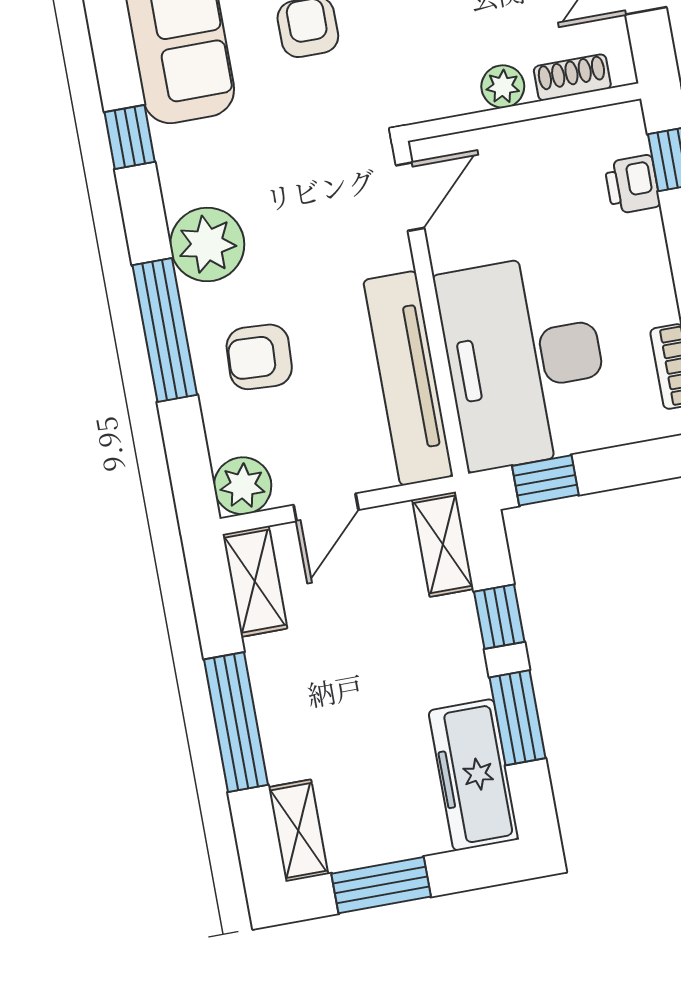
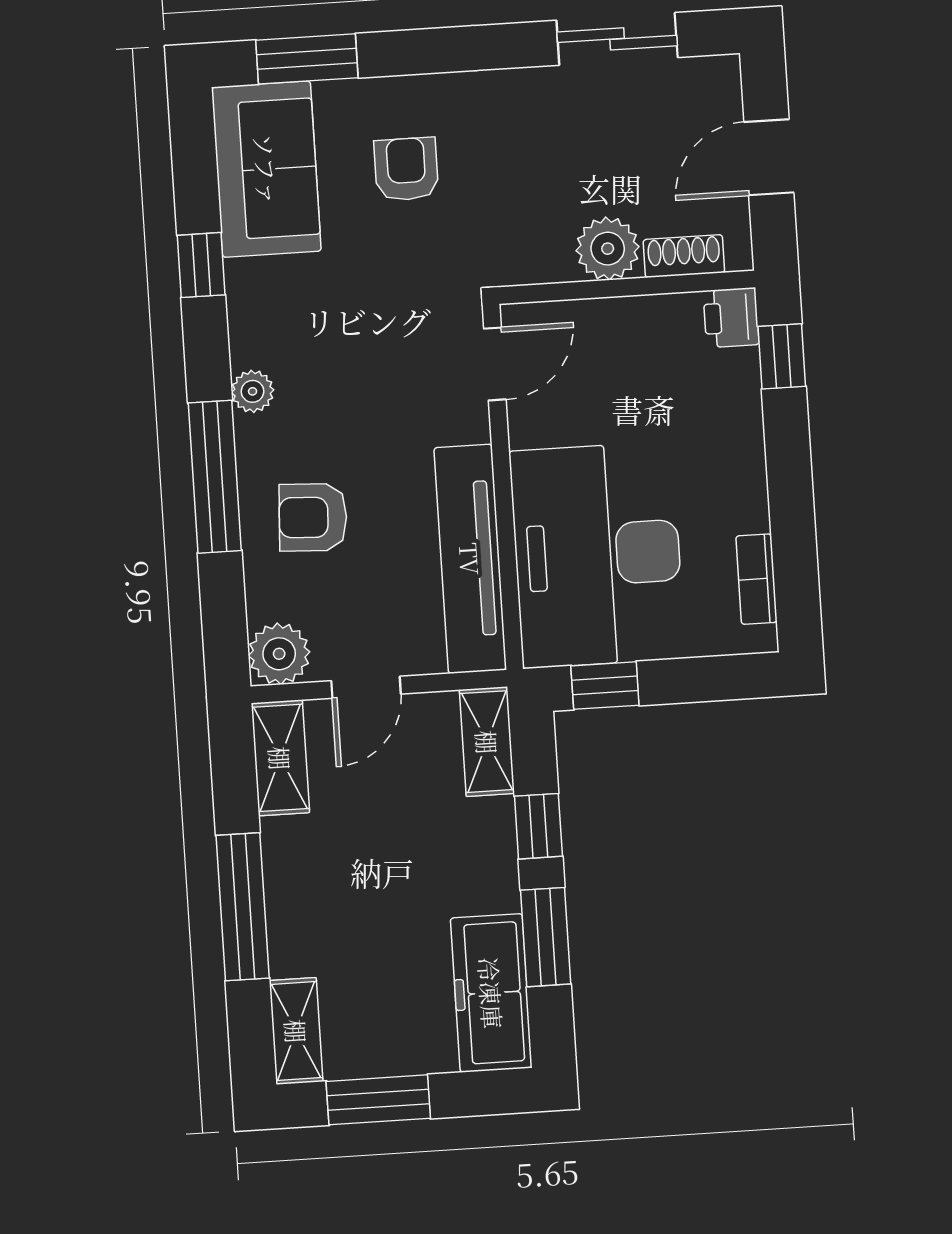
plant: (503, 86) -> (608, 249), width x1.38, depth x1.38
printer: (632, 184) -> (731, 318), moved
plant: (207, 244) -> (253, 391), width x0.53, depth x0.53

